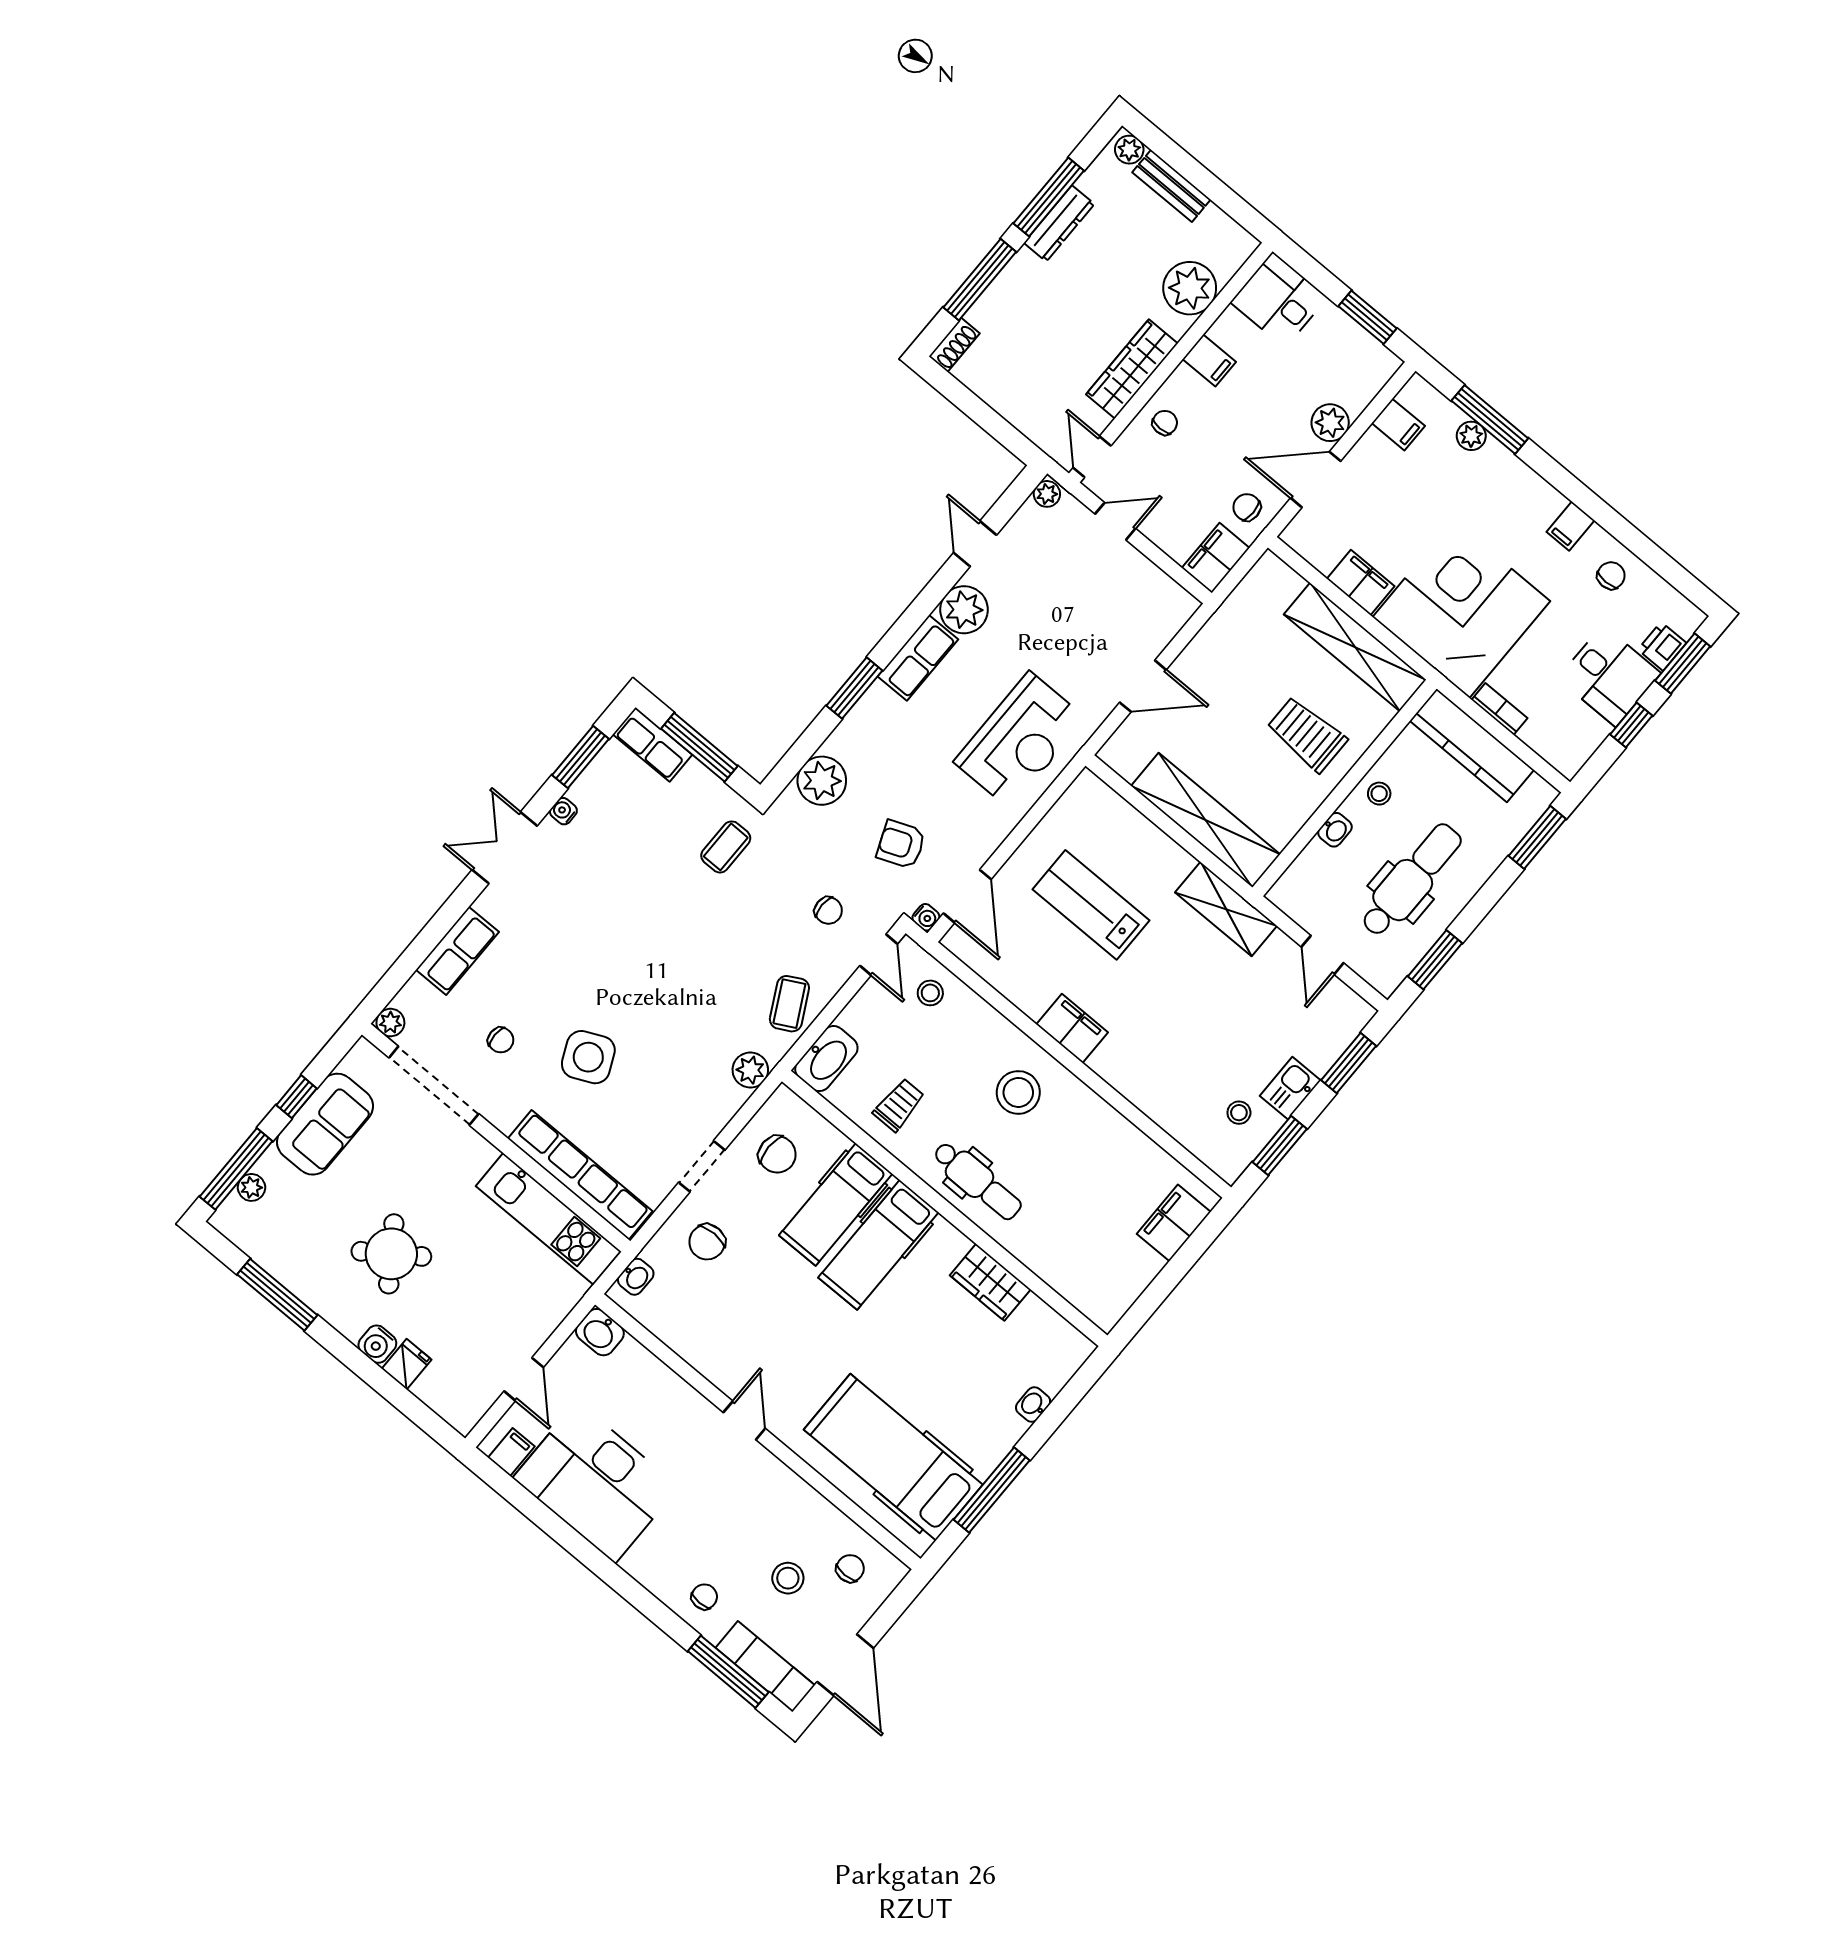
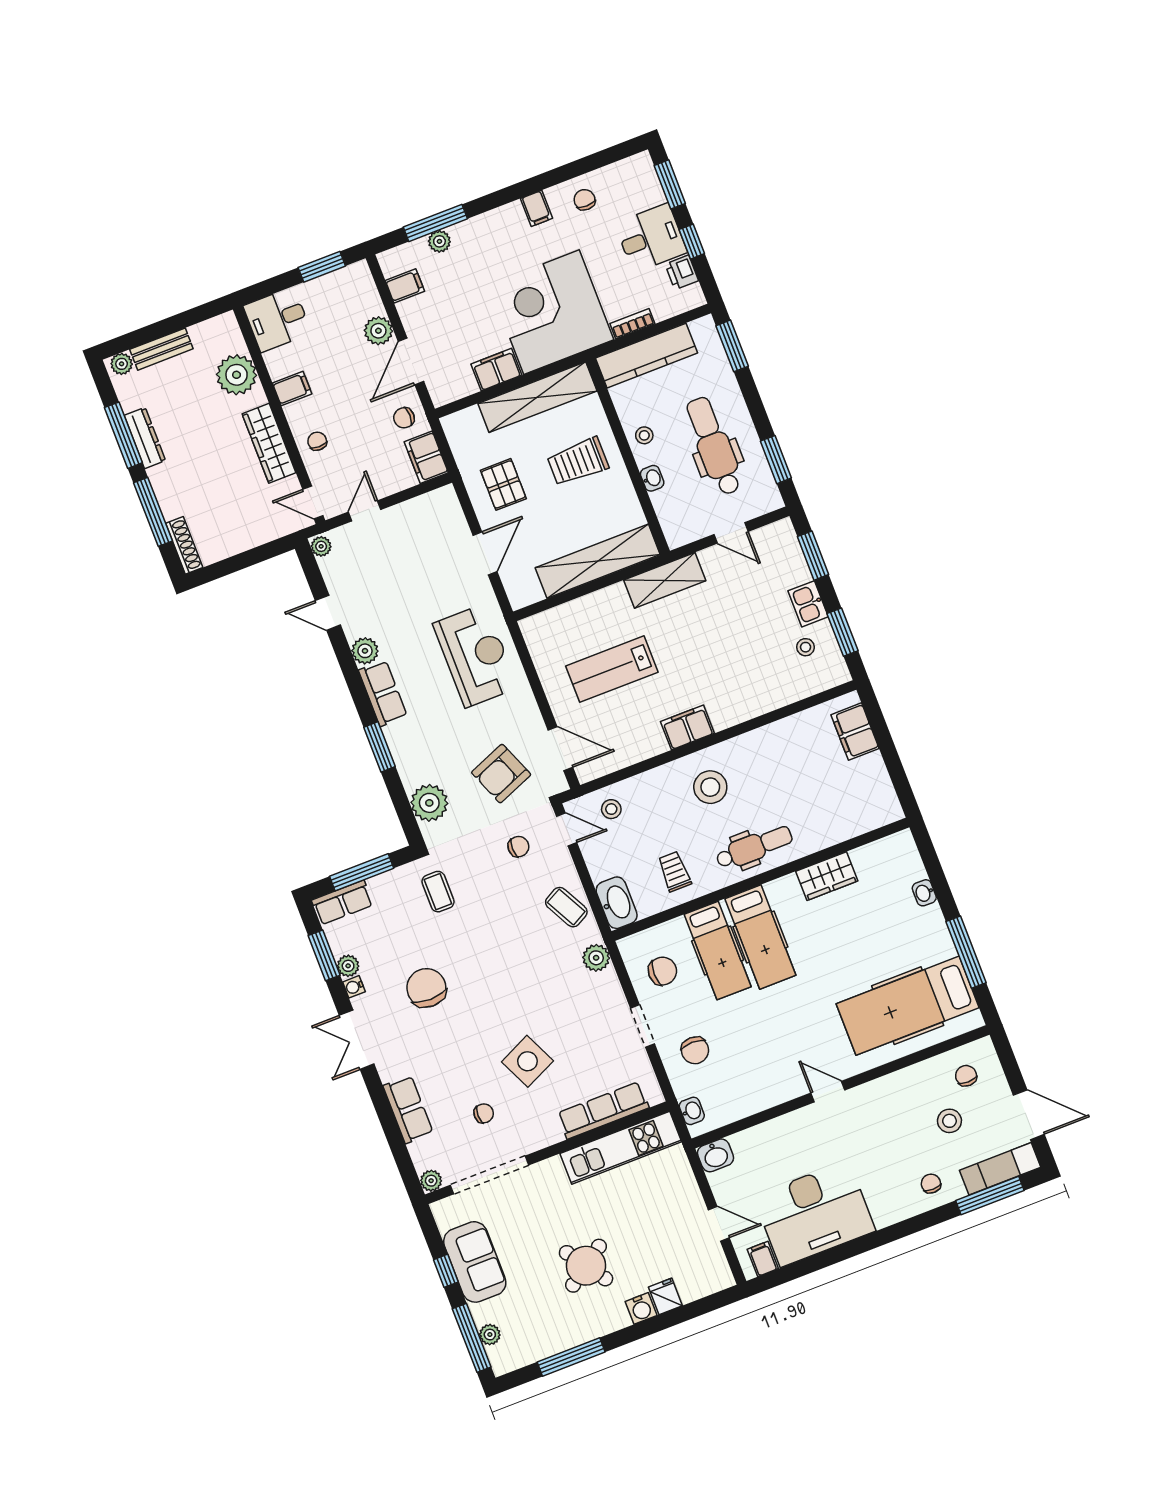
shoe rack: (954, 345) -> (184, 545), width x1.43
plant: (964, 610) -> (365, 651), width x0.73, depth x0.73
printer: (1662, 646) -> (682, 272), moved
pallet: (1234, 663) -> (503, 484), added
plant: (584, 791) -> (348, 966), added
armchair: (901, 844) -> (501, 774), width x1.38, depth x1.38
chair: (608, 895) -> (426, 988), added
water cooler: (926, 917) -> (559, 784), removed
row of seats: (580, 1175) -> (603, 1110), width x0.73

